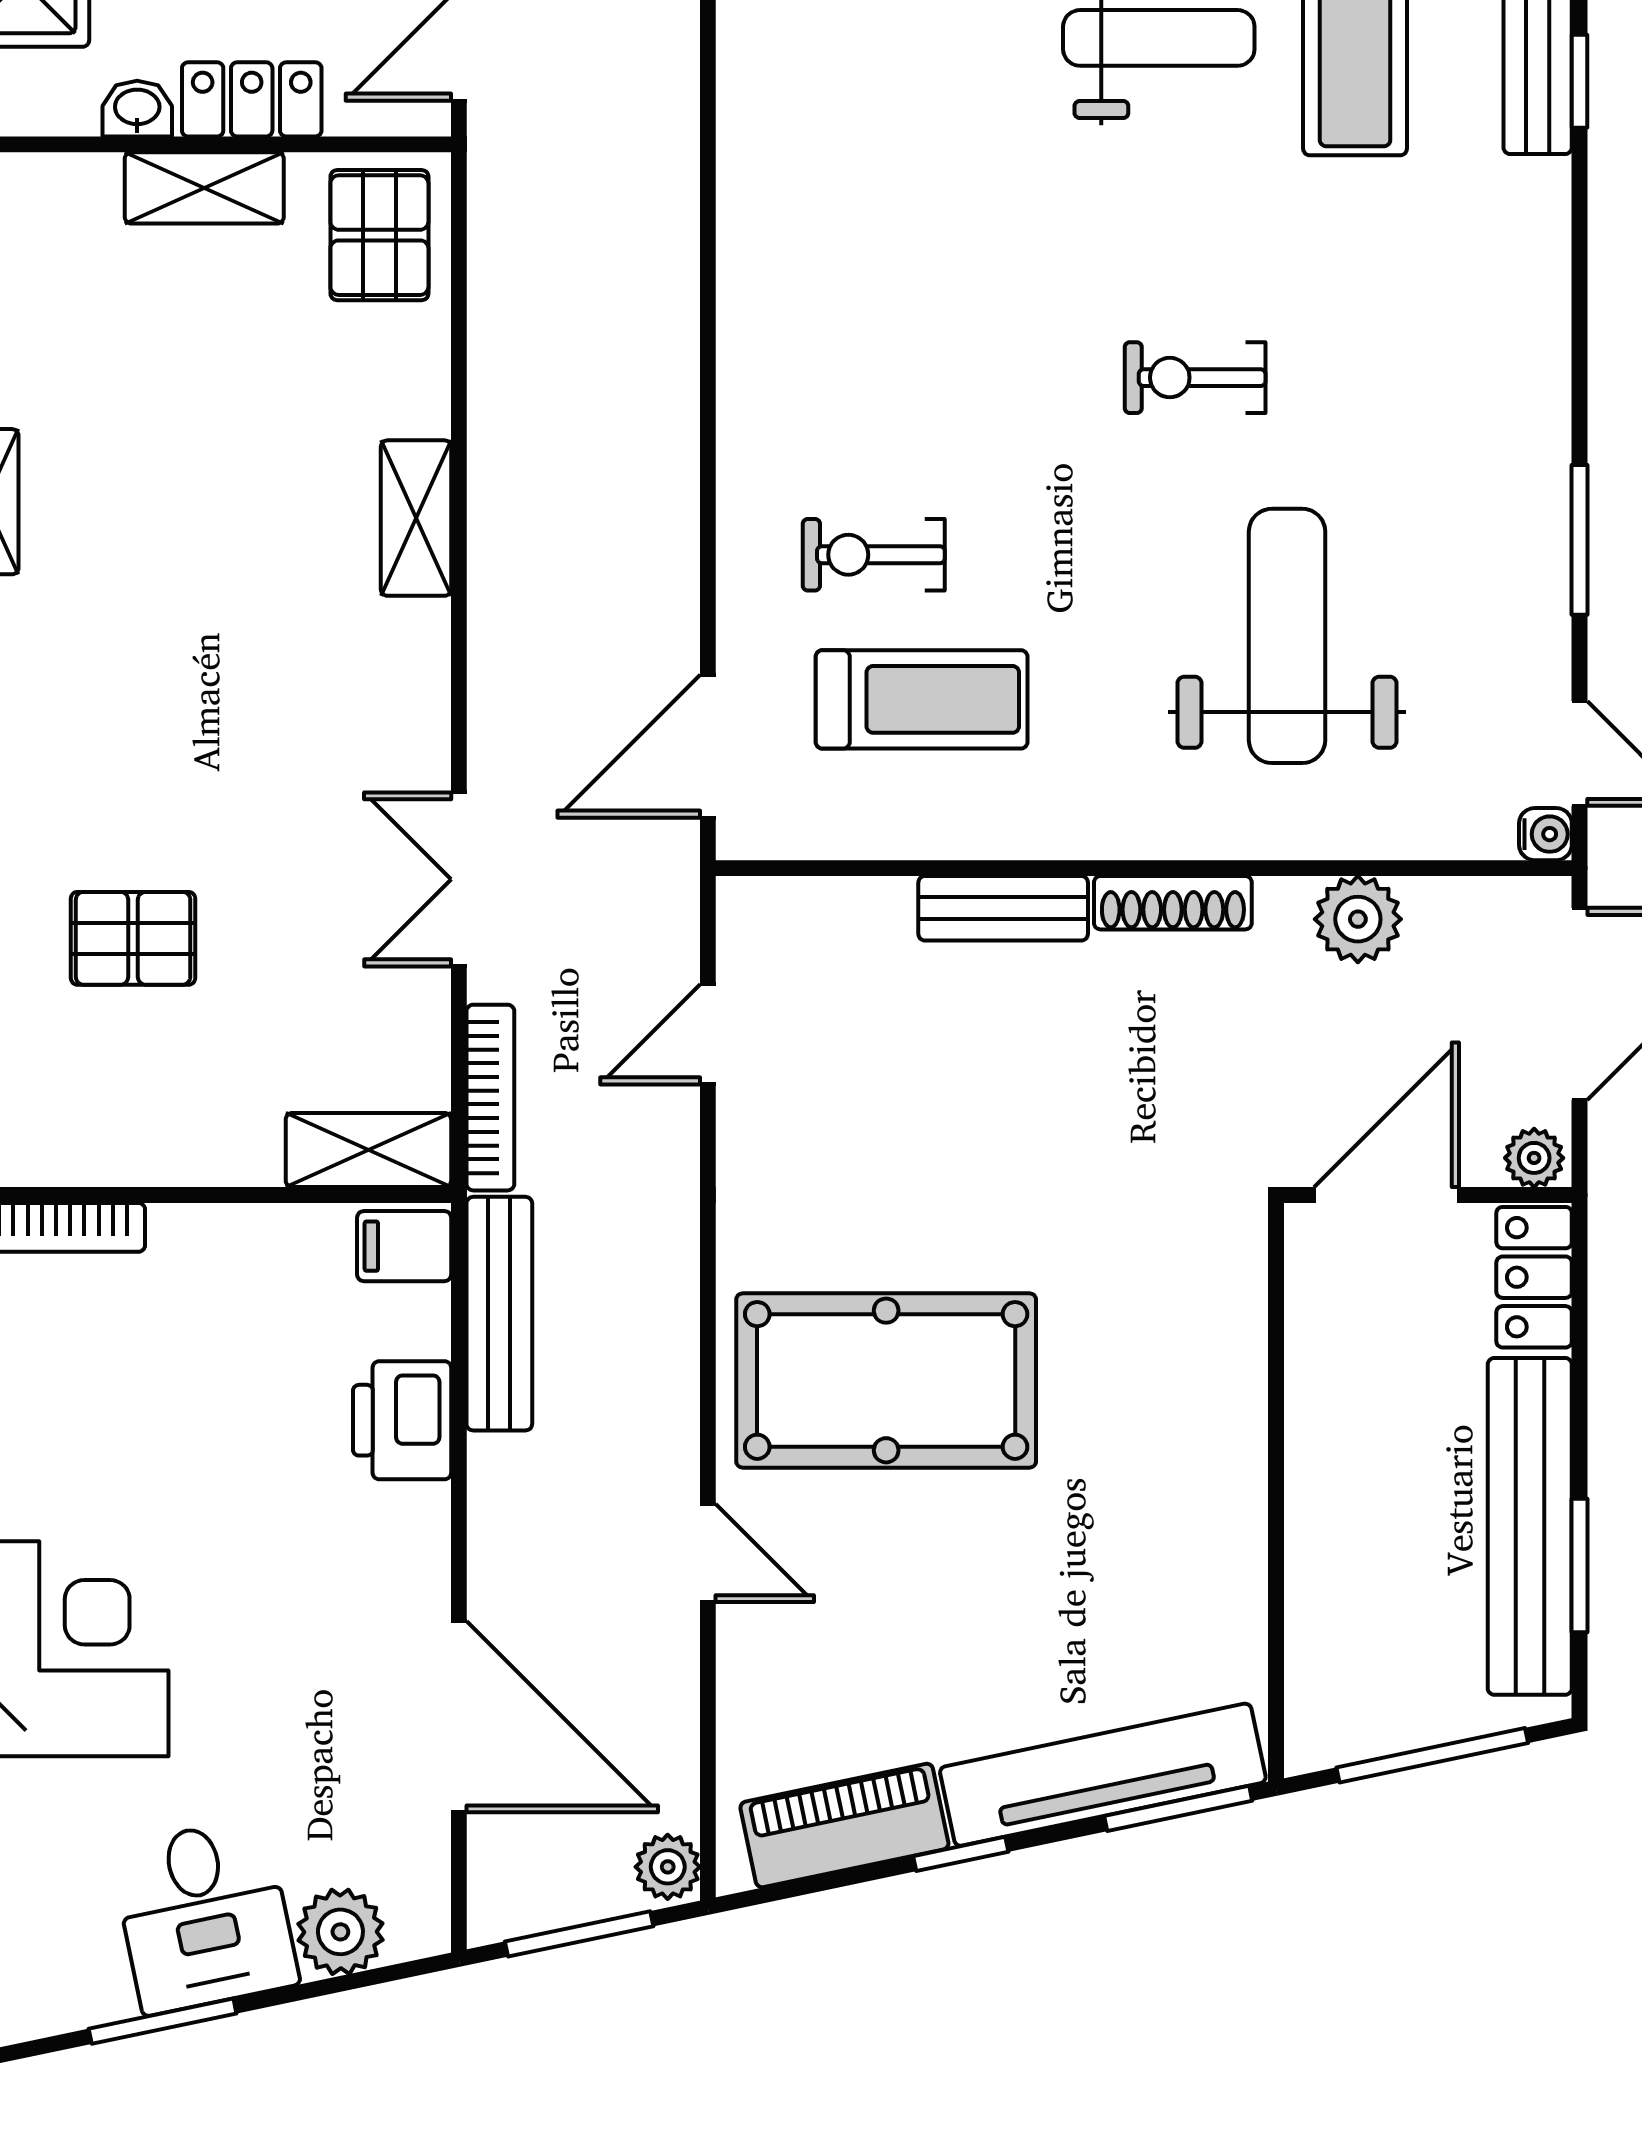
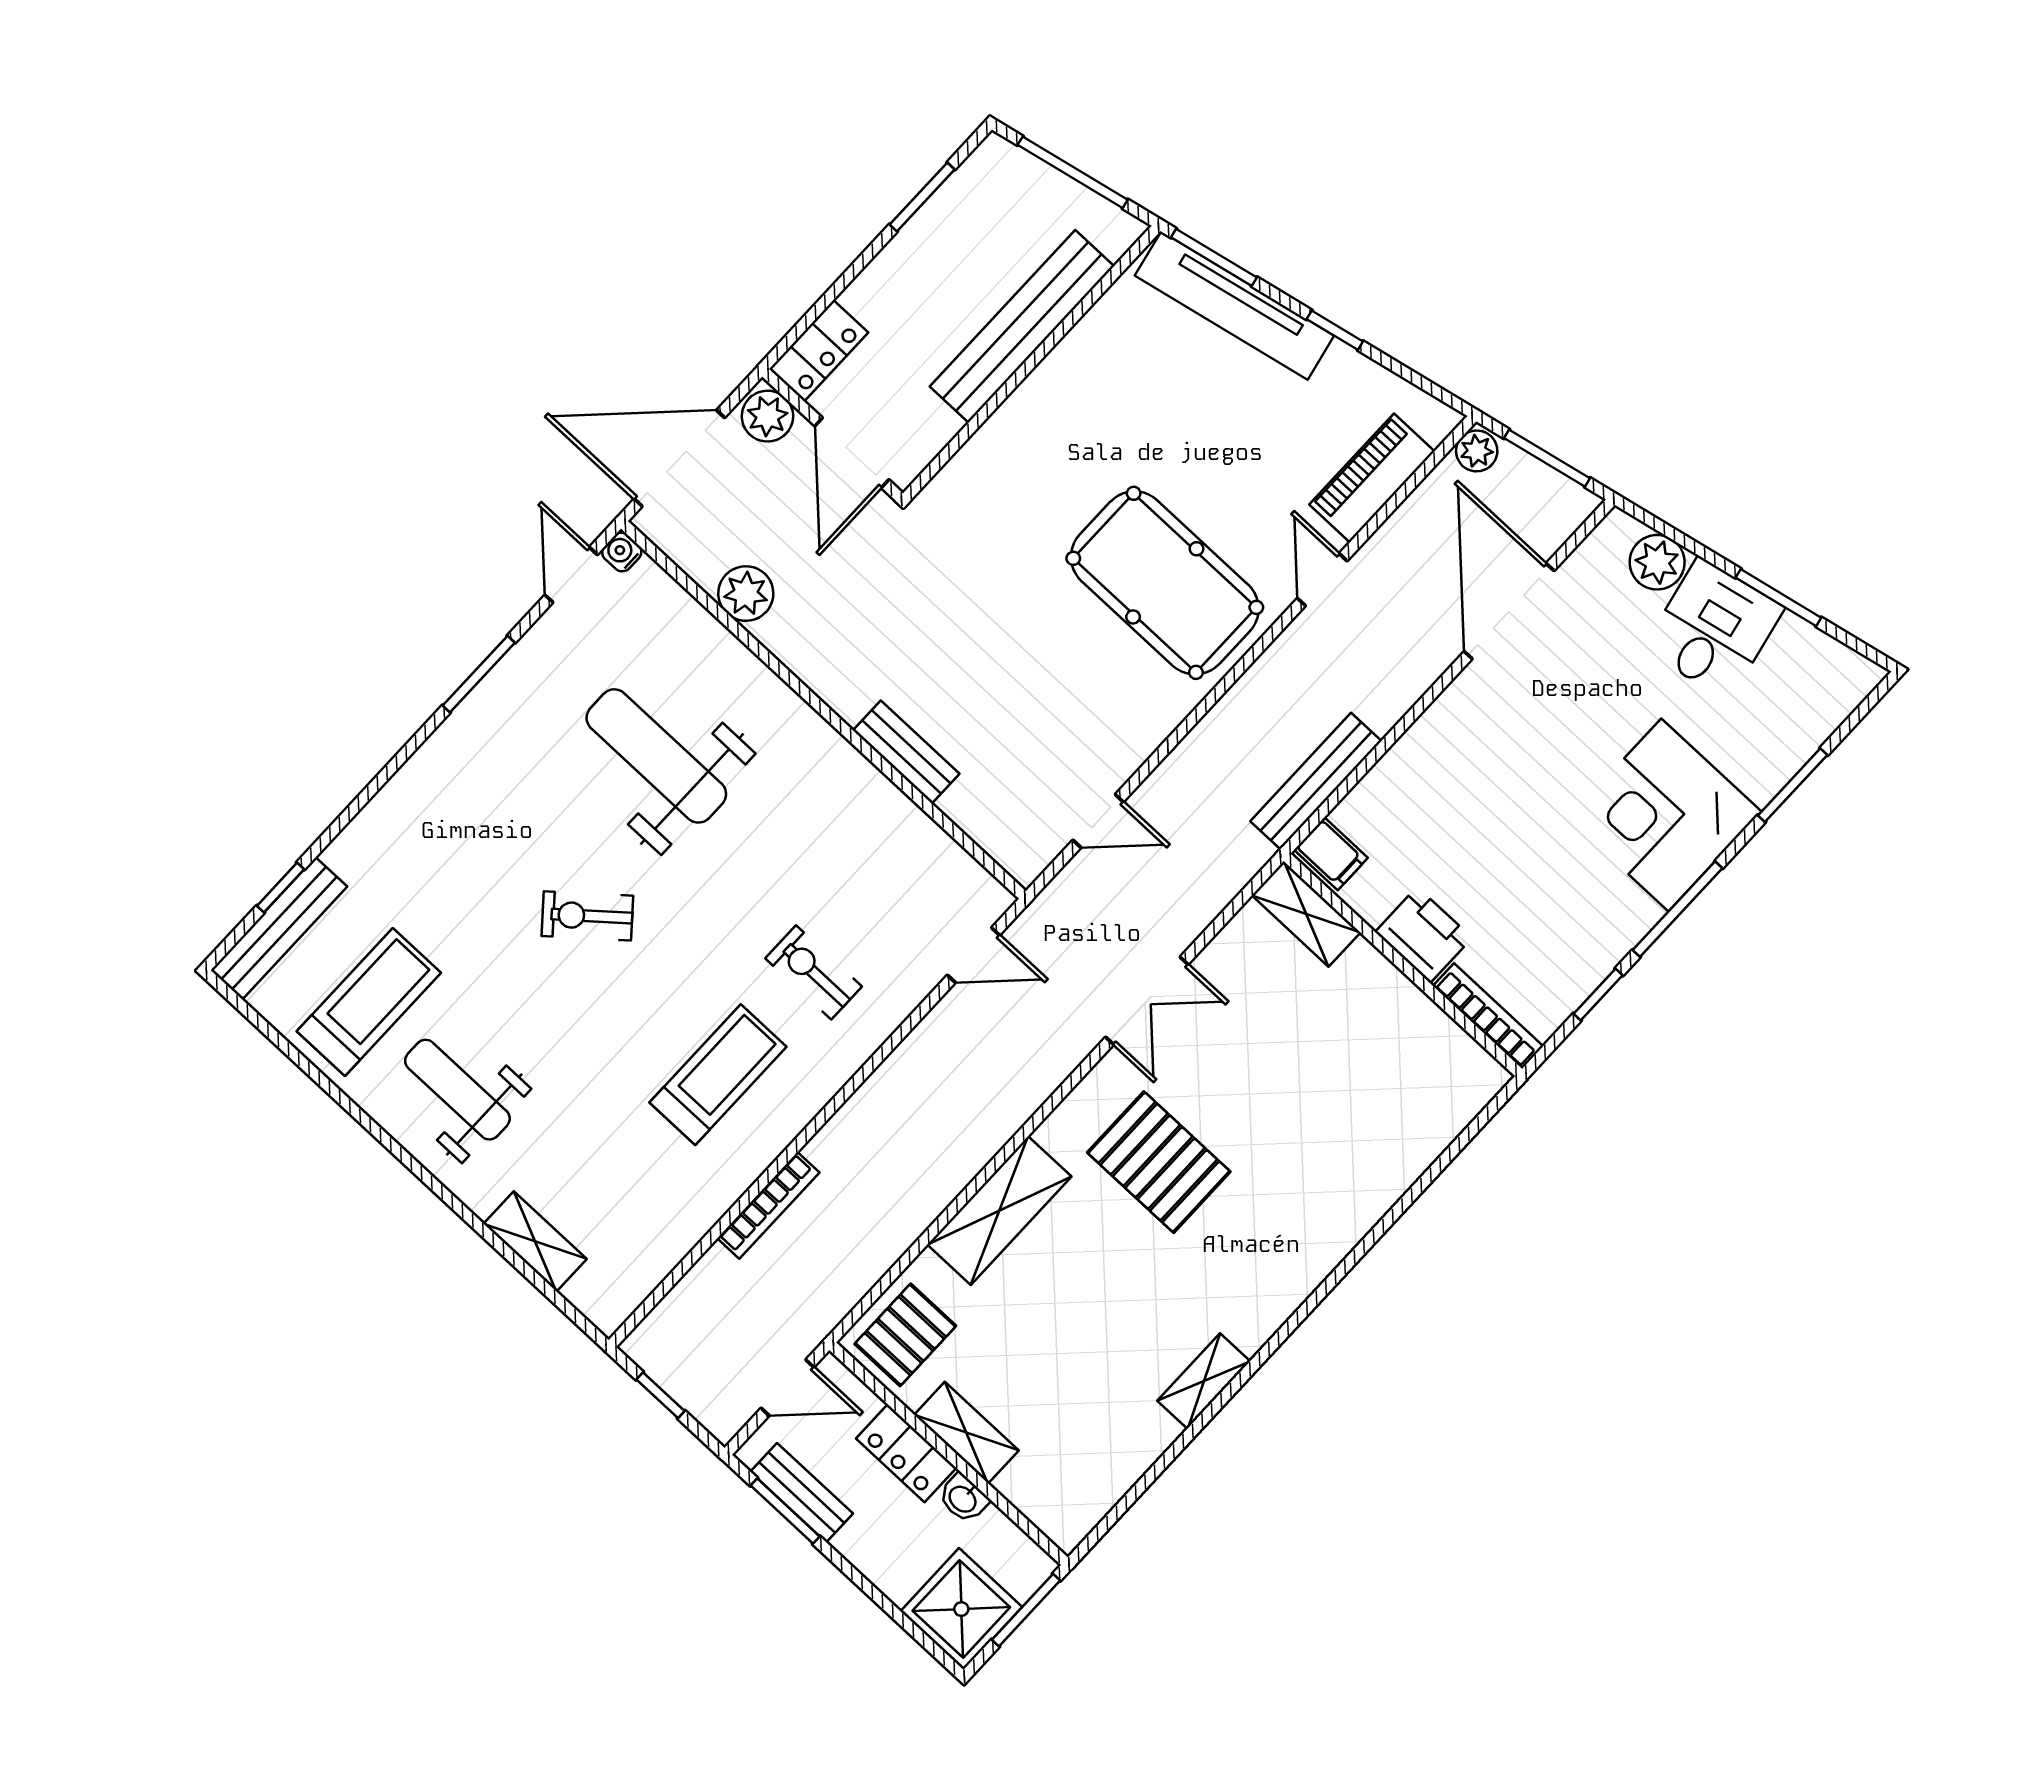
exercise bike: (1195, 378) -> (587, 916), turned 140
shelving: (416, 518) -> (999, 1211), width x1.50, depth x1.33
exercise bike: (874, 555) -> (814, 972), turned 180
weight bench: (1287, 636) -> (656, 756), turned 90
treadmill: (922, 699) -> (718, 1075), moved, turned 90
door: (708, 746) -> (974, 955), width x0.73
shoe rack: (1173, 903) -> (825, 681), removed
pallet: (133, 938) -> (1159, 1162), moved, width x1.50, depth x1.42
bookcase: (490, 1098) -> (768, 1205), moved, turned 180
plant: (1534, 1158) -> (767, 416), width x1.38, depth x1.38
door: (1386, 1195) -> (852, 453), hinge flipped
printer: (402, 1420) -> (1424, 935), moved, turned -90
bench: (1530, 1526) -> (1022, 326), moved
piano: (844, 1826) -> (1372, 478), moved, turned 102

